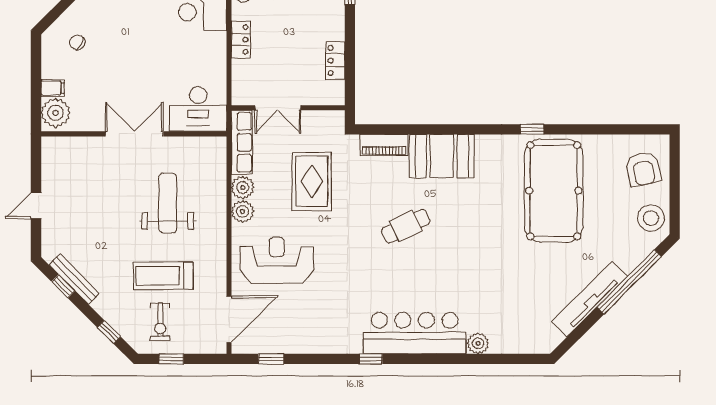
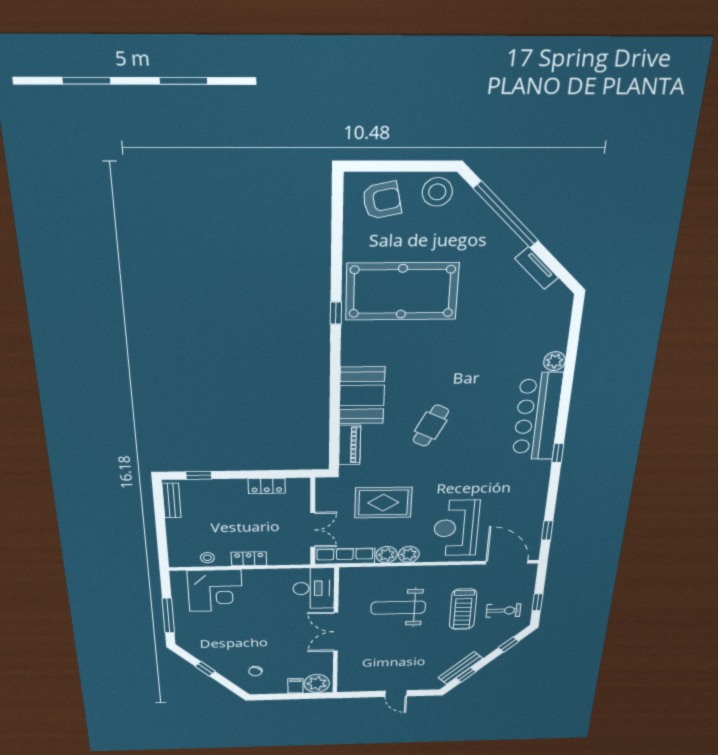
cafe table: (406, 226) -> (431, 426), turned 52
tv unit: (589, 299) -> (537, 268), width x0.52, depth x0.78

